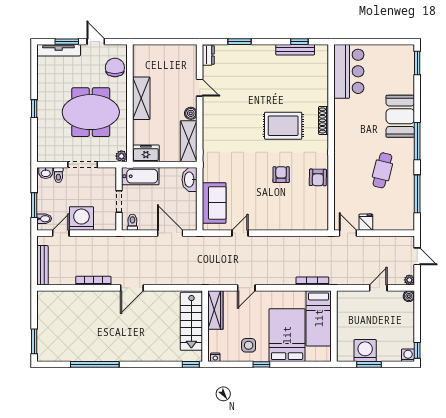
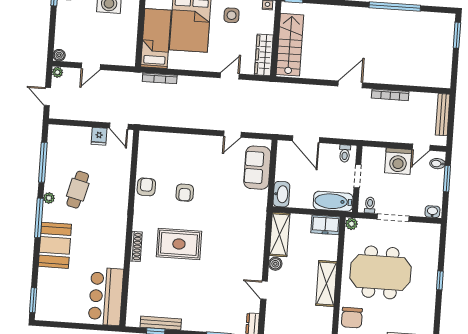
plant: (409, 161) -> (49, 198), added
toilet: (58, 175) -> (370, 205), moved

